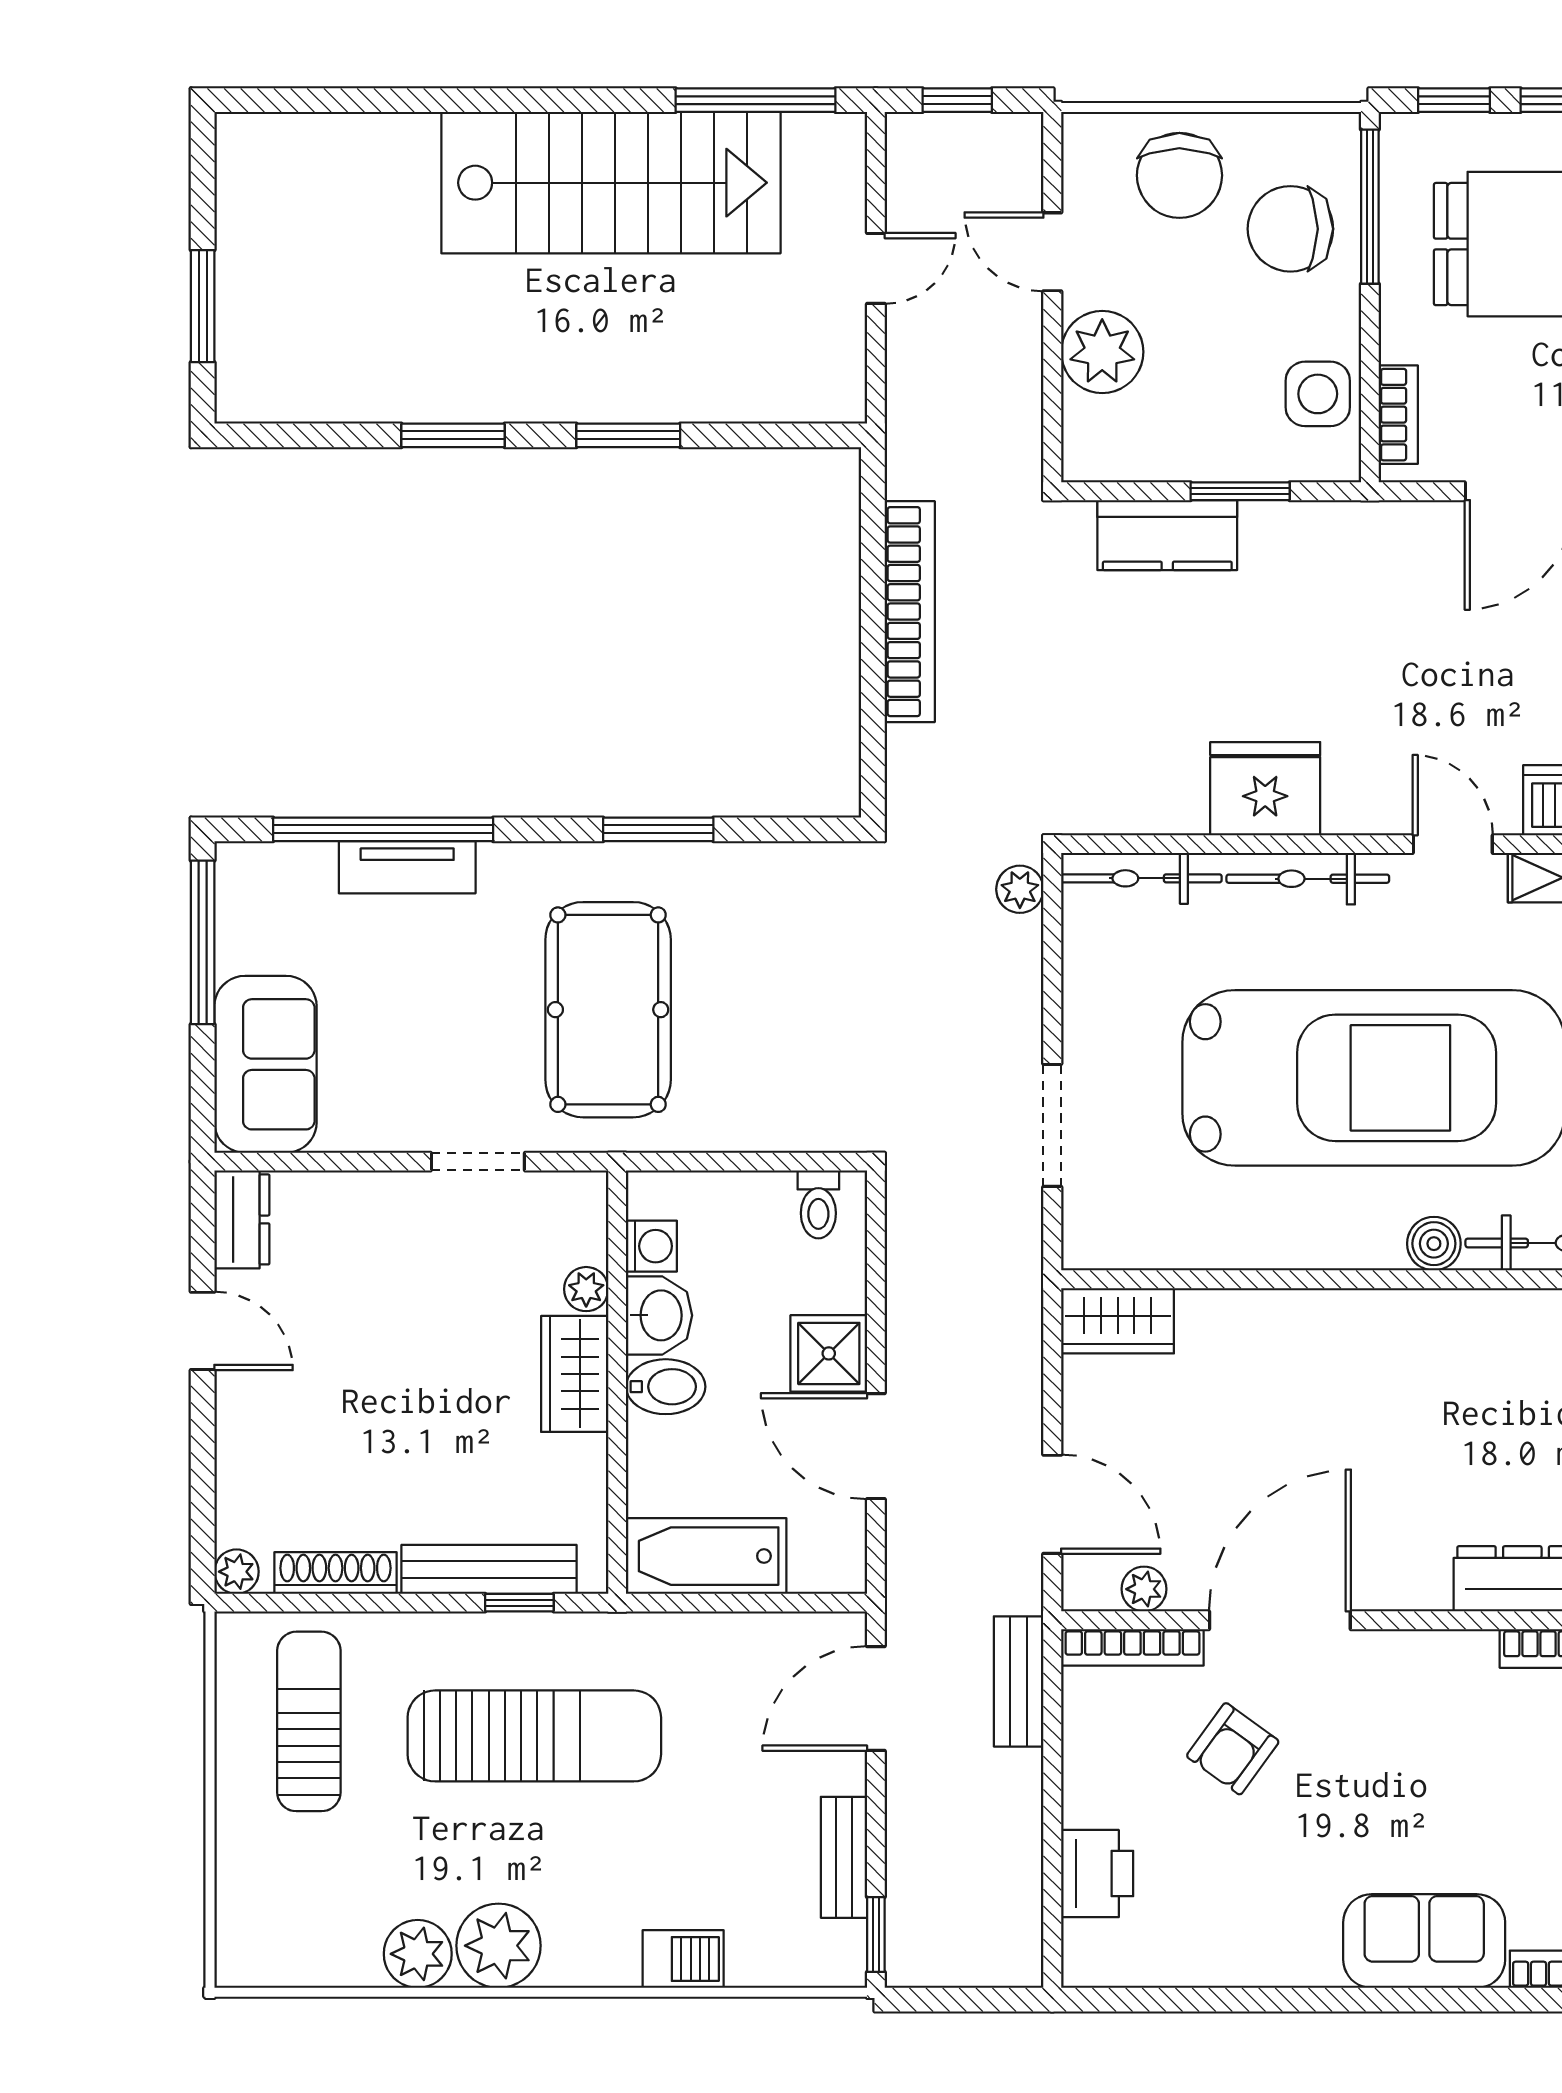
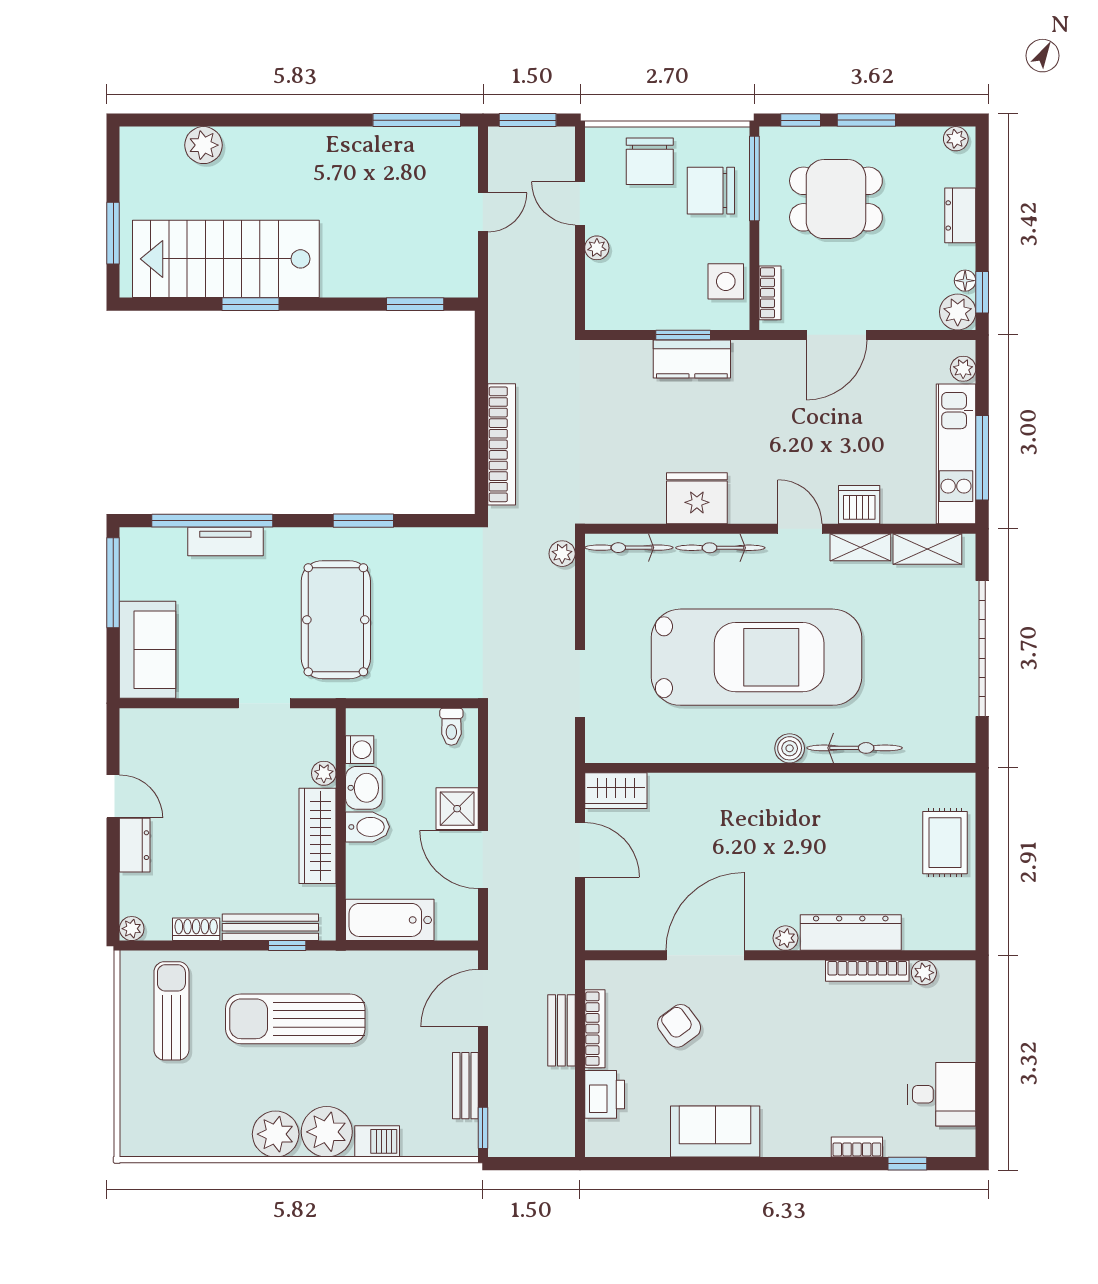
window: (957, 100) -> (528, 120), width x1.50
plant: (367, 146) -> (203, 145), added
stairs: (611, 183) -> (226, 259), moved, turned 180
plant: (1102, 352) -> (597, 248), width x0.53, depth x0.53
window: (628, 435) -> (415, 304), moved
kitchen counter: (1167, 535) -> (692, 359), moved
bookcase: (910, 612) -> (502, 444), moved
dresser: (242, 1219) -> (135, 845), moved
wardrobe: (575, 1374) -> (317, 836), width x1.50
door: (1052, 1504) -> (580, 850), moved
shoe rack: (336, 1573) -> (196, 929), width x0.70
plant: (1144, 1589) -> (786, 938), moved
bookcase: (1132, 1647) -> (595, 1029), moved, turned -90
bench: (1019, 1681) -> (561, 1030), moved
sun lounger: (534, 1736) -> (295, 1019), turned 180
armchair: (1233, 1749) -> (679, 1026), turned 108
sofa: (1424, 1941) -> (715, 1132), moved
plant: (418, 1954) -> (327, 1132), moved, width x1.36, depth x1.36

